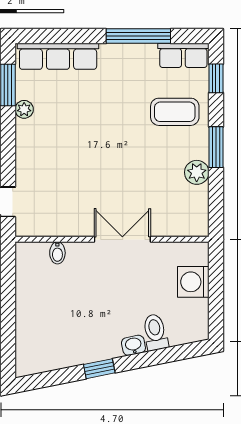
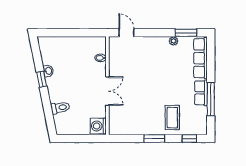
row of seats: (183, 55) -> (201, 93), moved
plant: (197, 172) -> (141, 129), removed
washing machine: (193, 282) -> (98, 126), moved, turned -90
washbasin: (133, 345) -> (48, 71), moved

